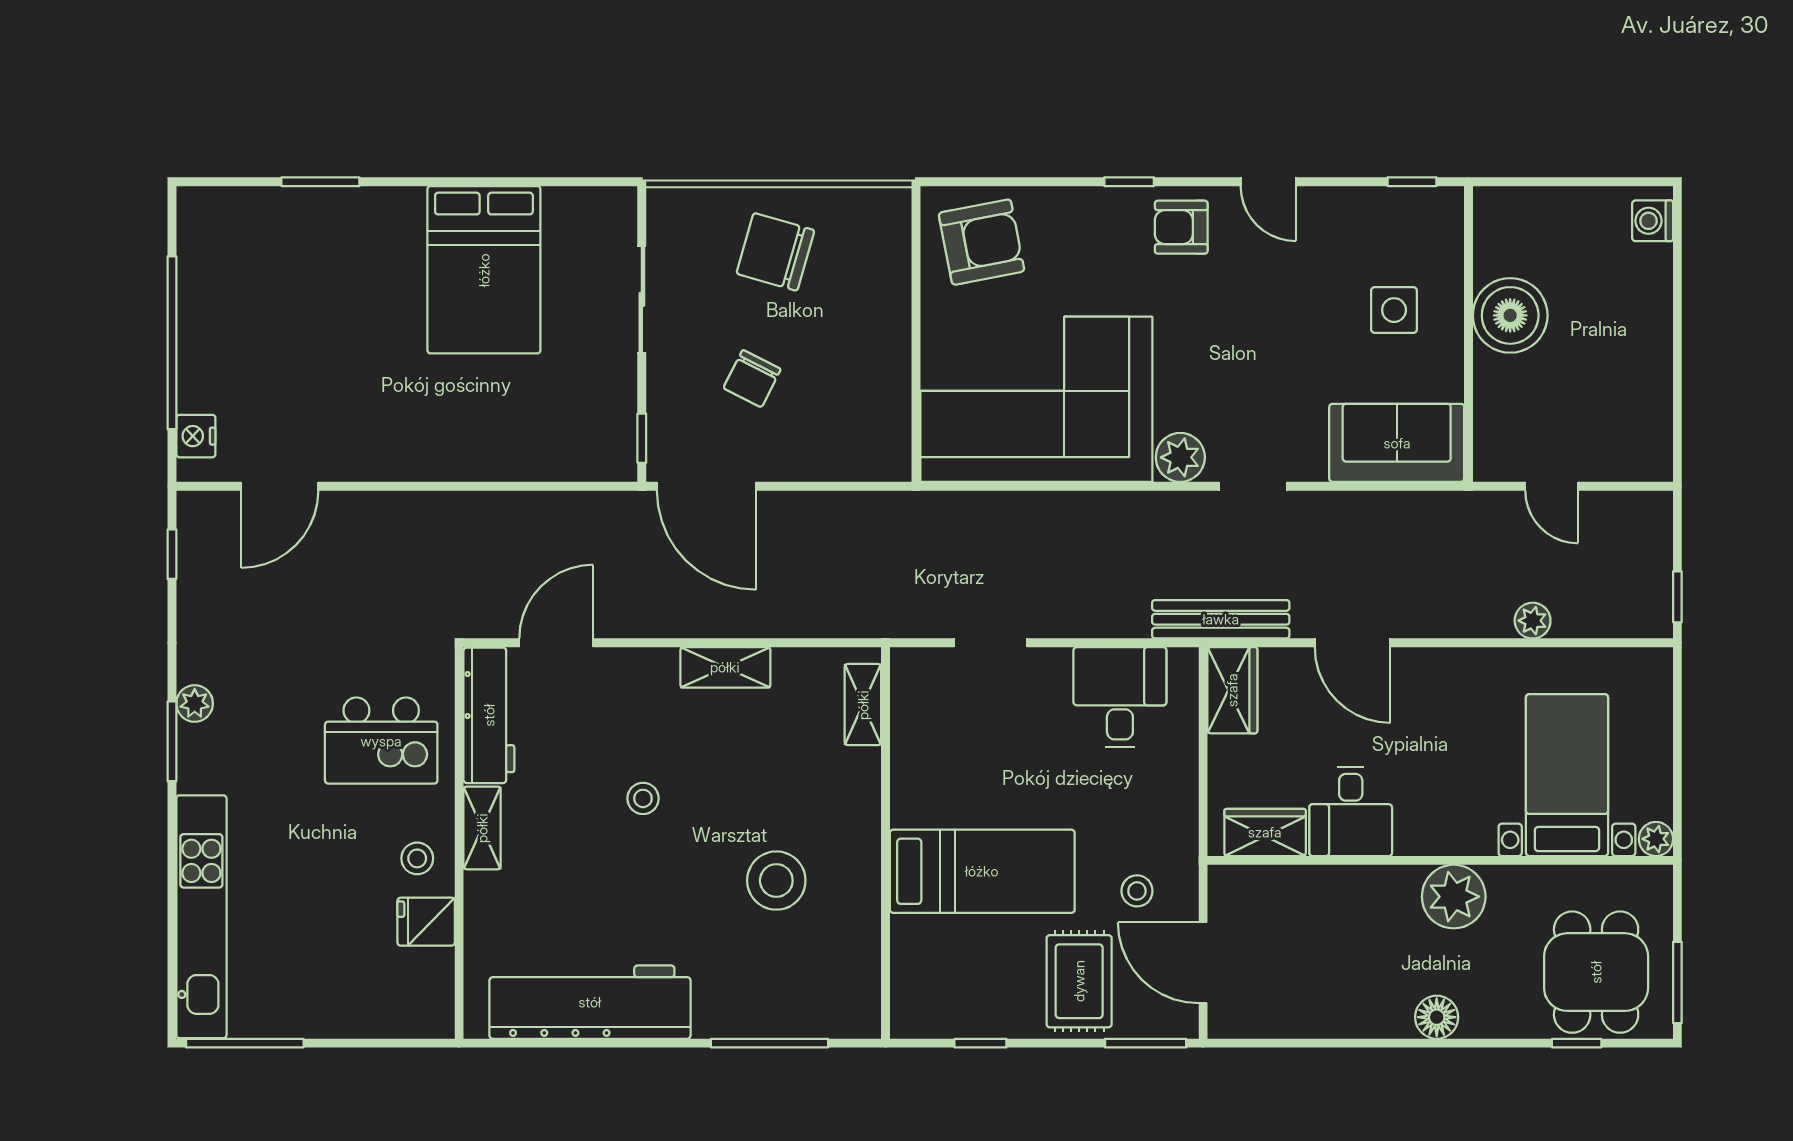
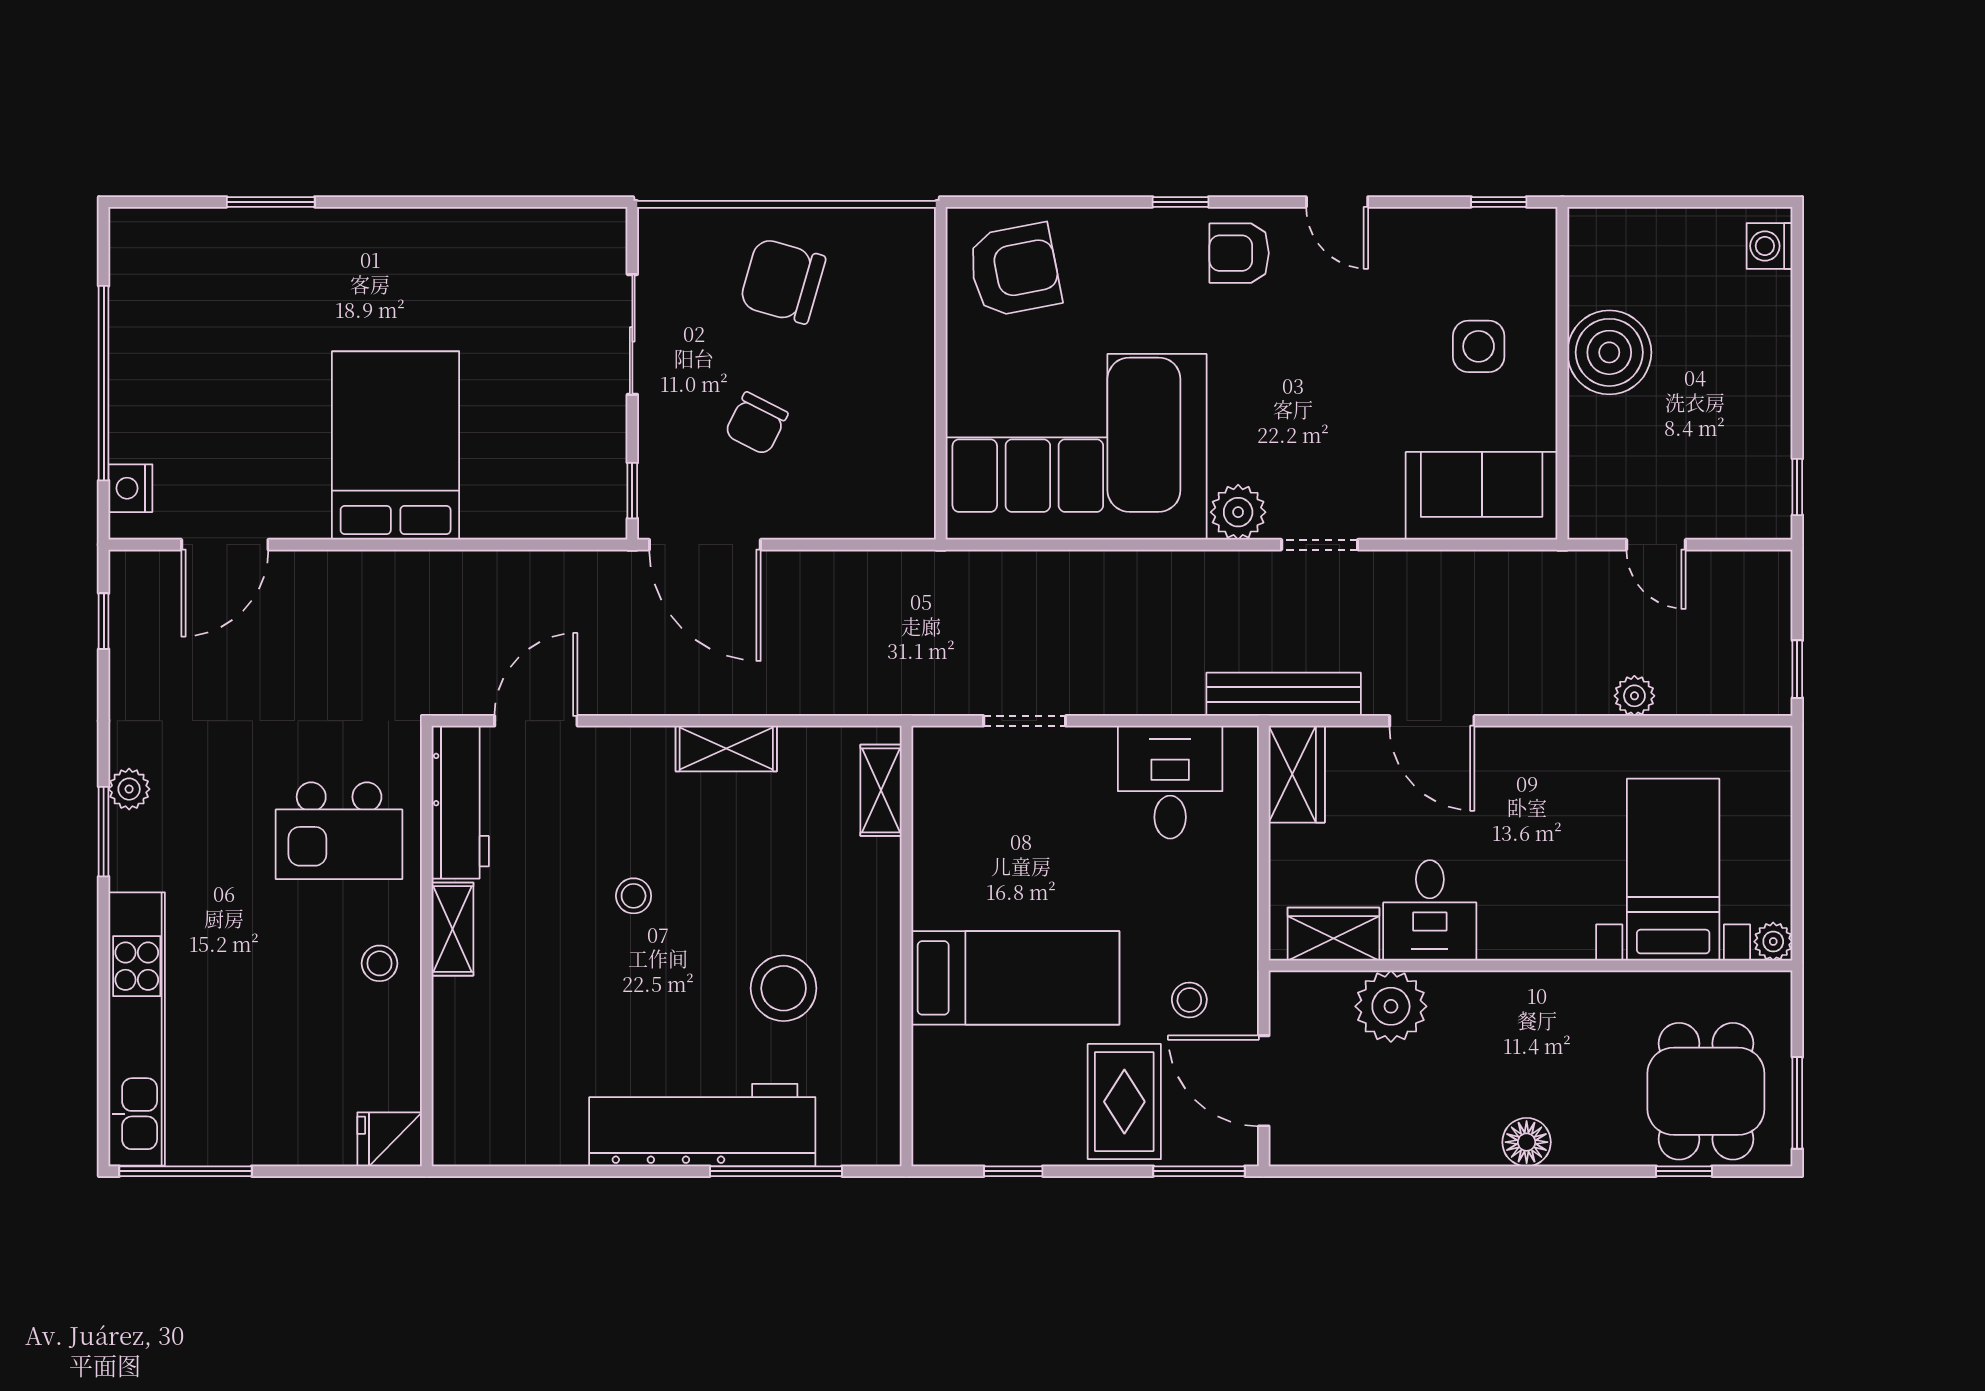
bed: (484, 270) -> (396, 446), moved, turned 180
window: (1677, 435) -> (1797, 487), added
plant: (1454, 897) -> (1391, 1006), moved
fridge: (426, 922) -> (390, 1139), moved
workbench: (590, 1002) -> (702, 1125), moved

